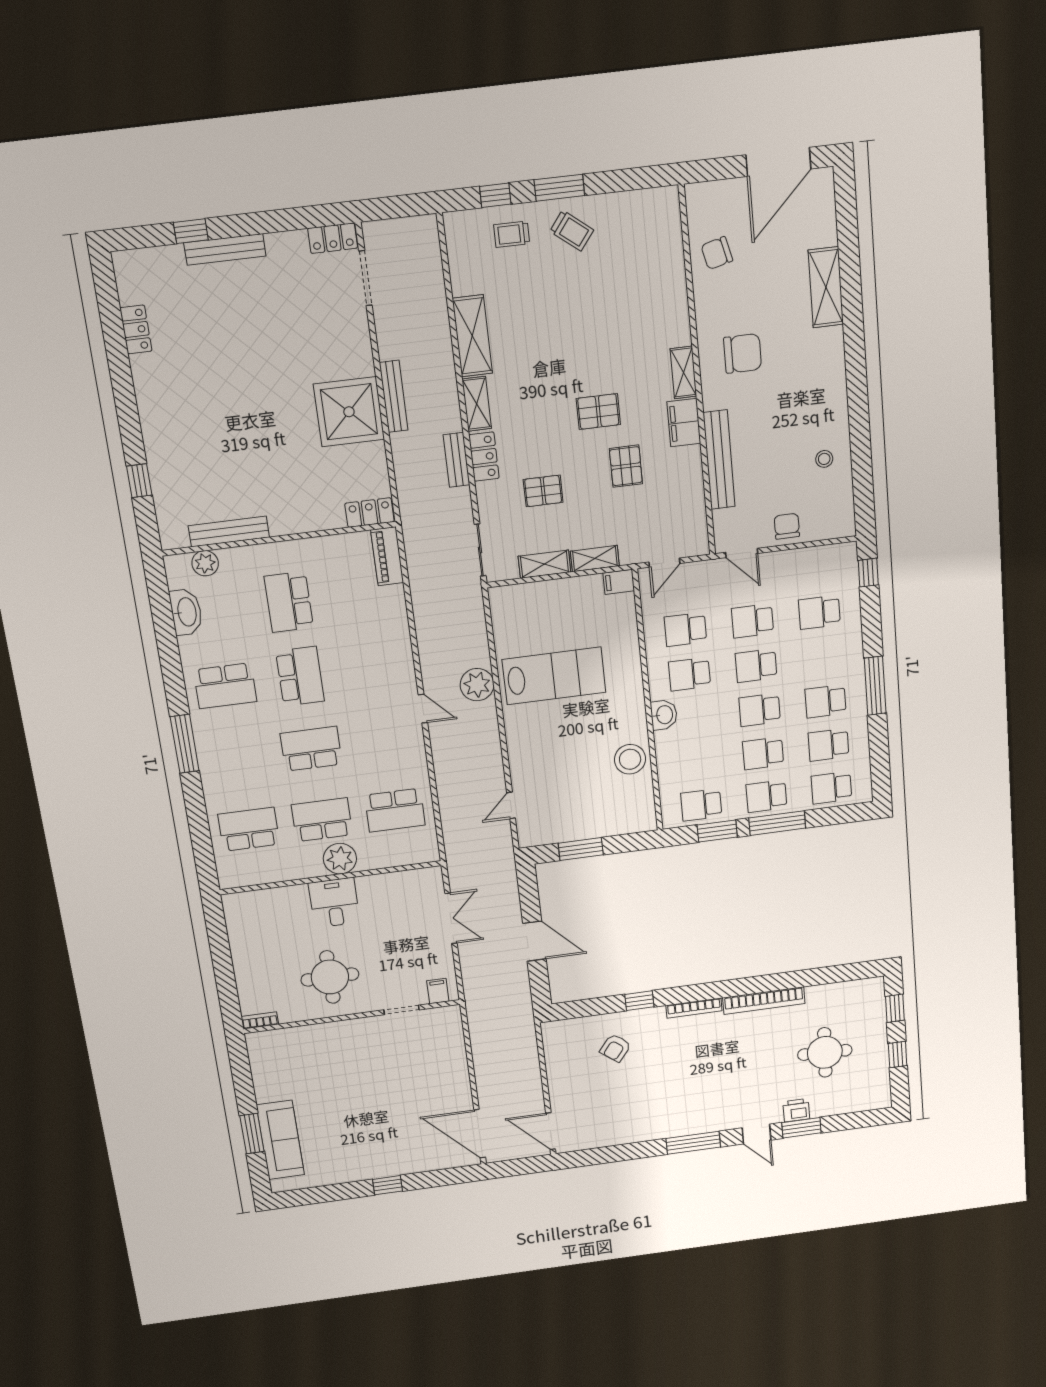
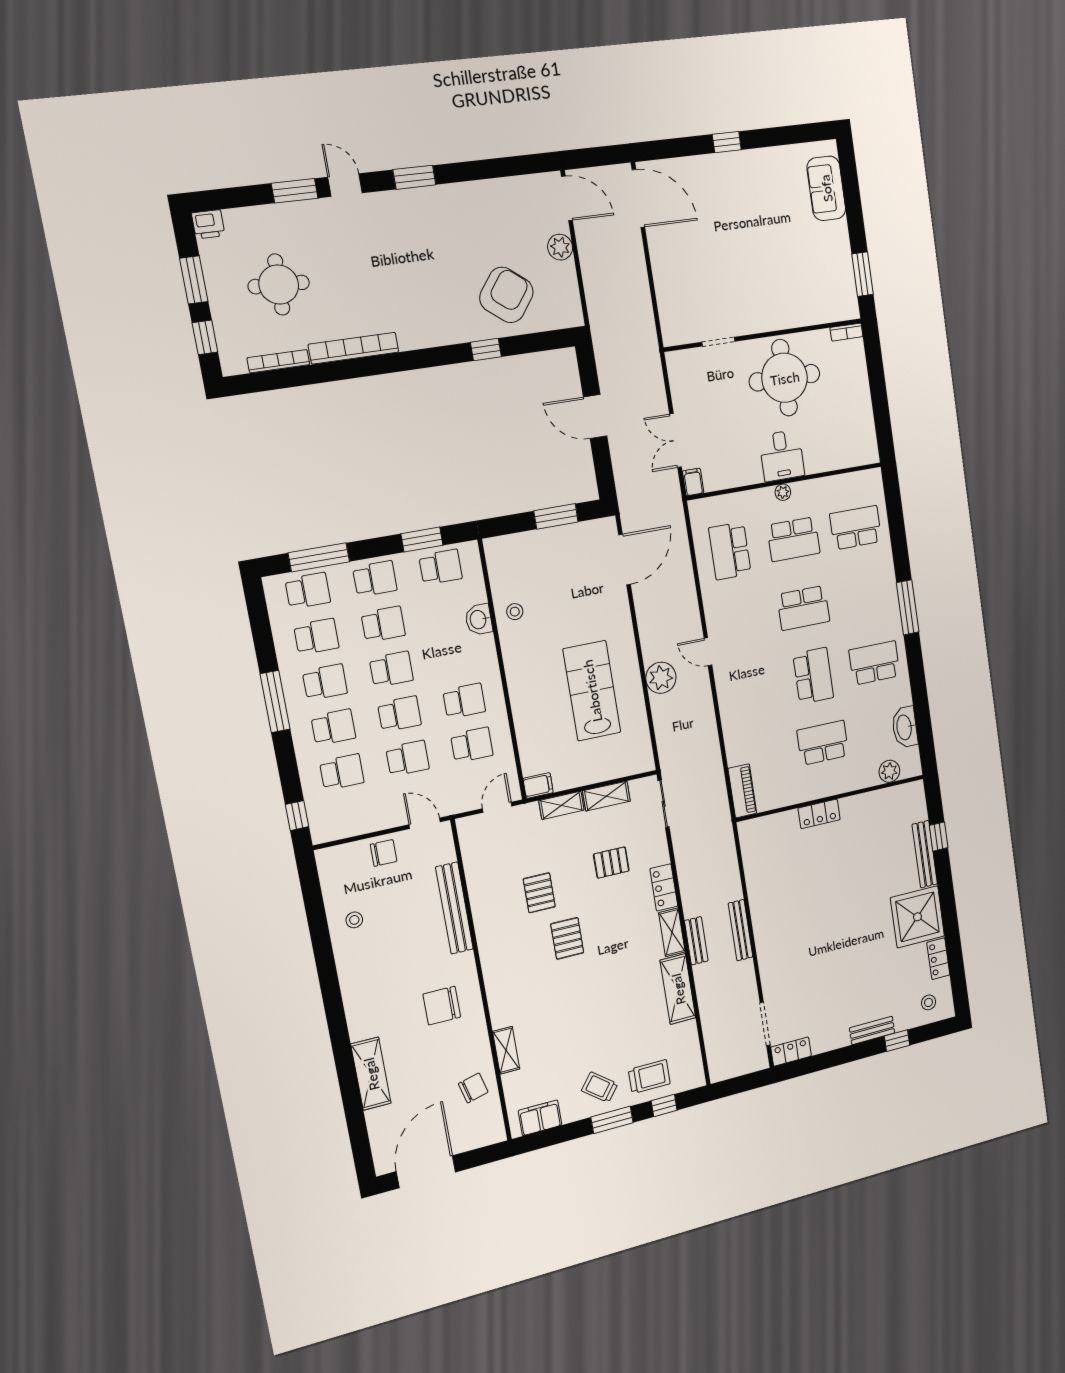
trolley: (512, 234) -> (649, 1077), width x1.36, depth x1.39
bench: (225, 249) -> (872, 1030), width x0.73
stool: (148, 275) -> (929, 1002), added
shelving: (683, 372) -> (506, 1050), moved
pallet: (598, 411) -> (567, 938), turned 90
shower: (349, 412) -> (917, 917), moved
filing cabinet: (684, 423) -> (540, 1118), moved, turned -90
bench: (456, 460) -> (696, 941), moved
locker: (370, 513) -> (819, 814), moved
chair: (787, 526) -> (384, 853), turned -90
bench: (229, 532) -> (925, 854), moved, turned 90
school desk: (289, 602) -> (823, 743), turned -90
school desk: (822, 657) -> (333, 727), added
school desk: (300, 676) -> (813, 676), turned 180
lab bench: (554, 676) -> (592, 691), turned 90
washbasin: (664, 715) -> (479, 620), moved
stool: (630, 759) -> (515, 612), width x0.53, depth x0.53
door: (511, 805) -> (625, 560), width x1.88
school desk: (395, 810) -> (730, 551), turned -90
window: (777, 823) -> (319, 557), moved
school desk: (249, 829) -> (856, 528), turned 180
plant: (340, 859) -> (783, 492), width x0.53, depth x0.53
round table: (330, 977) -> (785, 378), width x1.36, depth x1.36
filing cabinet: (438, 991) -> (693, 482), moved, turned 180
bookcase: (694, 1008) -> (278, 361), moved
armchair: (615, 1048) -> (506, 295), width x1.88, depth x1.88
window: (898, 1055) -> (194, 280), width x1.50
plant: (560, 1090) -> (560, 247), added
printer: (796, 1110) -> (208, 224), moved
window: (252, 1134) -> (863, 274), moved
sofa: (280, 1140) -> (826, 188), width x0.73
window: (693, 1143) -> (414, 177), width x0.69

